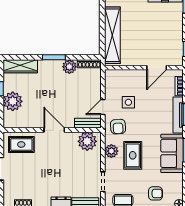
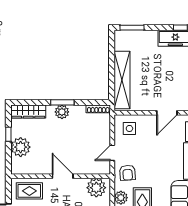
plant: (69, 67) -> (62, 112), moved
side table: (128, 102) -> (129, 128), moved
bench: (88, 123) -> (97, 169), removed

